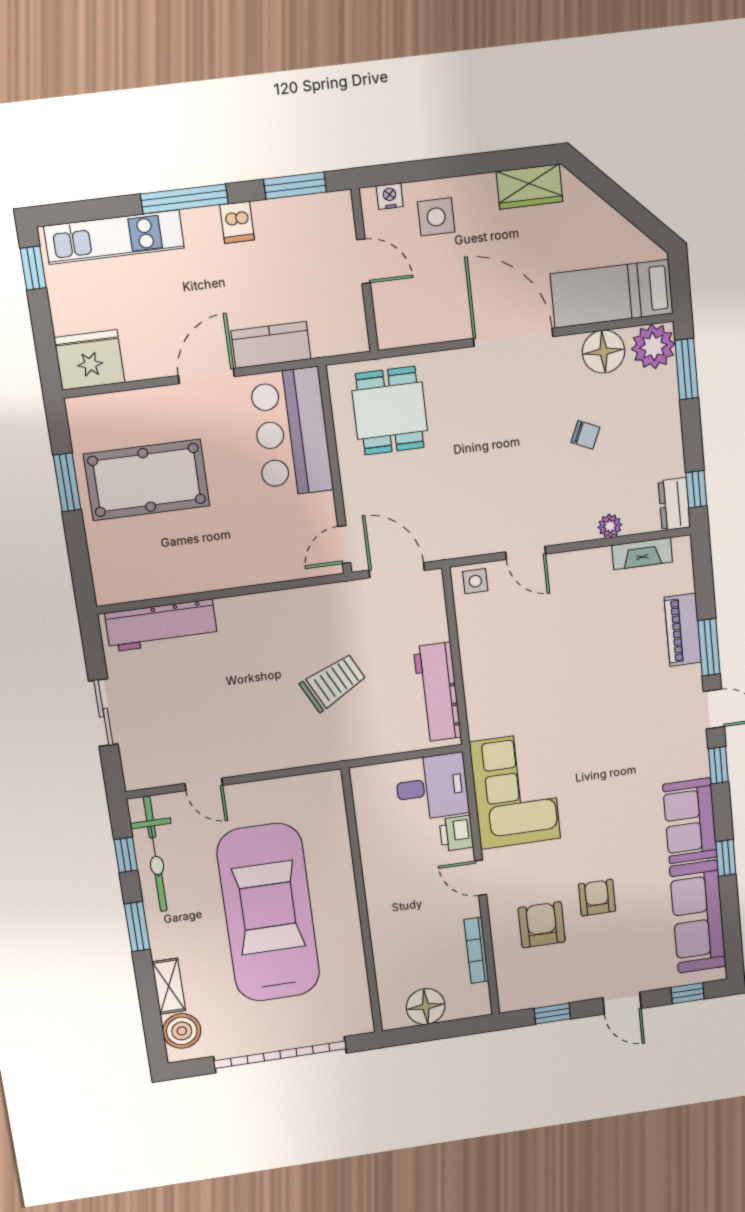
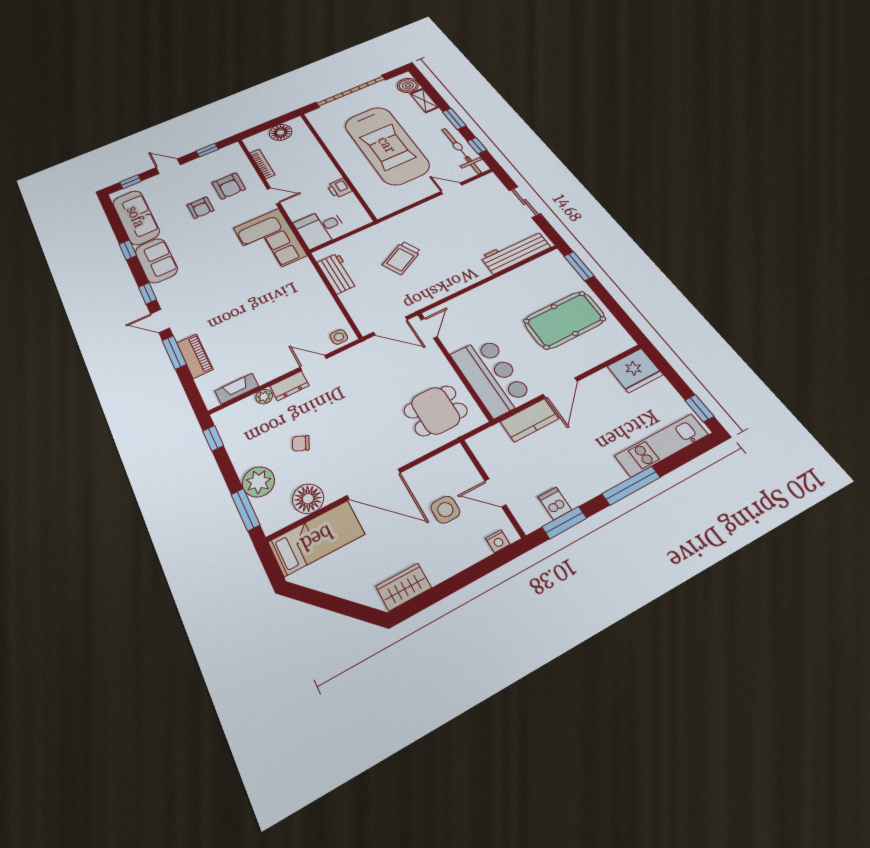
side table: (436, 217) -> (445, 510), moved
dishwasher: (237, 222) -> (555, 504), moved
plant: (653, 346) -> (259, 482), moved
dining table: (390, 411) -> (436, 411), turned 90
window: (67, 482) -> (579, 266), moved
dresser: (674, 504) -> (290, 386), moved, turned 90
workbench: (437, 692) -> (337, 273), width x0.73
printer: (456, 833) -> (340, 188), moved, turned 180

